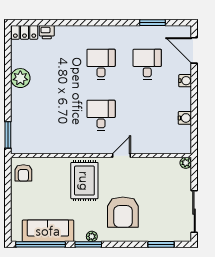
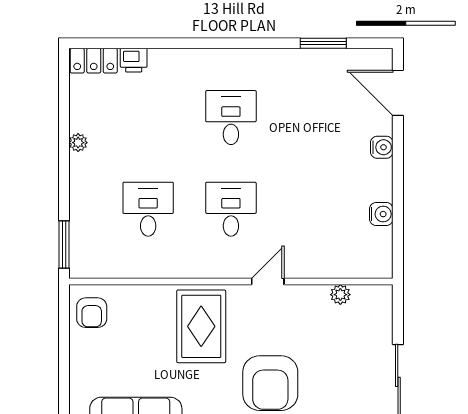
desk: (147, 64) -> (148, 209), moved
plant: (20, 78) -> (78, 143), width x0.53, depth x0.53
plant: (186, 163) -> (340, 295), moved

